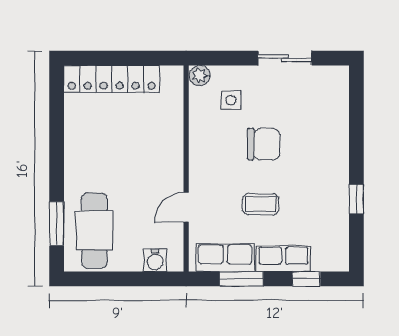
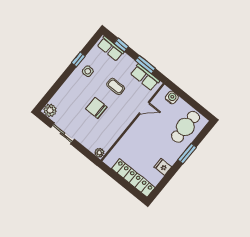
plant: (335, 79) -> (50, 110), added
side table: (231, 100) -> (88, 71), moved
fridge: (78, 136) -> (163, 167), added
window: (57, 224) -> (187, 153), moved
row of seats: (284, 259) -> (111, 49), moved

